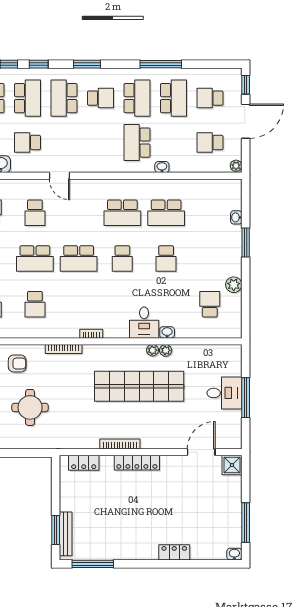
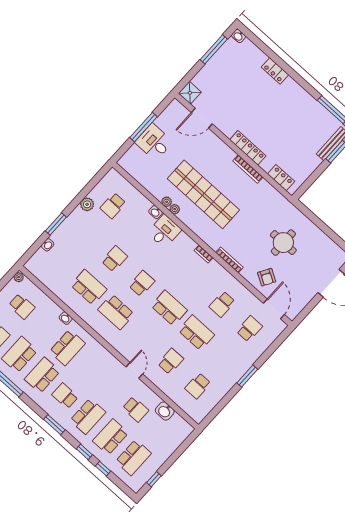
school desk: (122, 213) -> (116, 312), turned 180
school desk: (35, 304) -> (222, 304), turned 180
armchair: (17, 364) -> (267, 277), turned -150

